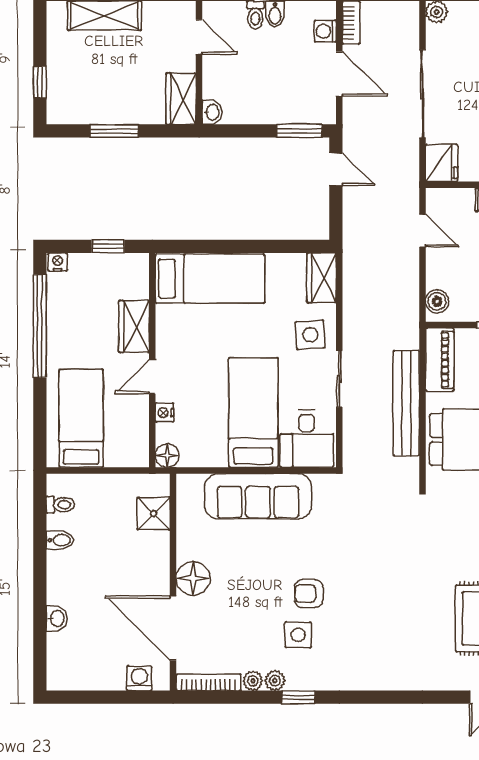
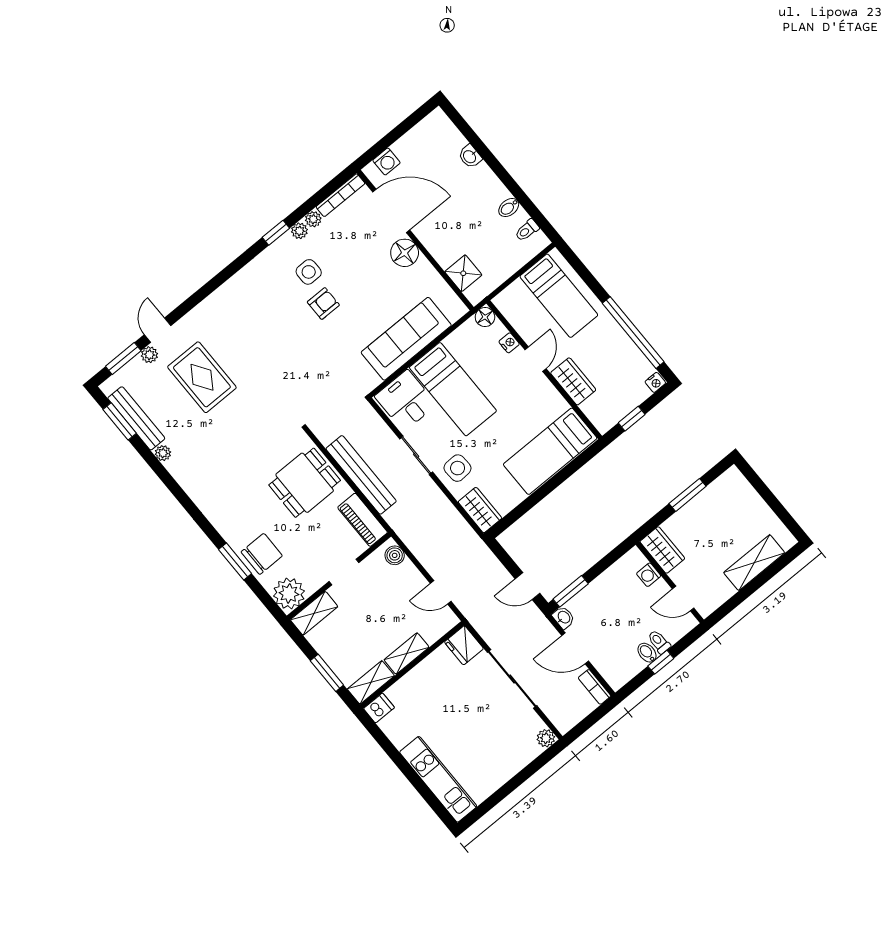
washing machine: (325, 31) -> (649, 575), moved, turned 180
window: (40, 82) -> (760, 487), removed
washbasin: (212, 112) -> (564, 617), moved, turned 180

